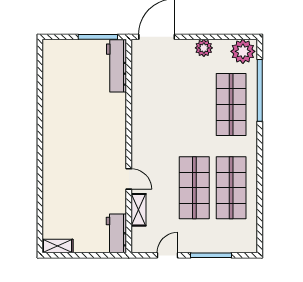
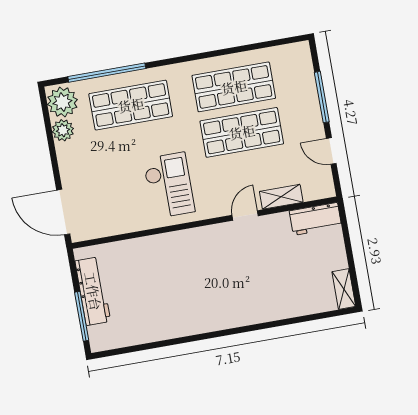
window: (98, 37) -> (82, 316), moved
plant: (204, 48) -> (63, 130), moved
workbench: (117, 66) -> (93, 291), moved, turned -90
checkout: (163, 123) -> (169, 185), added

